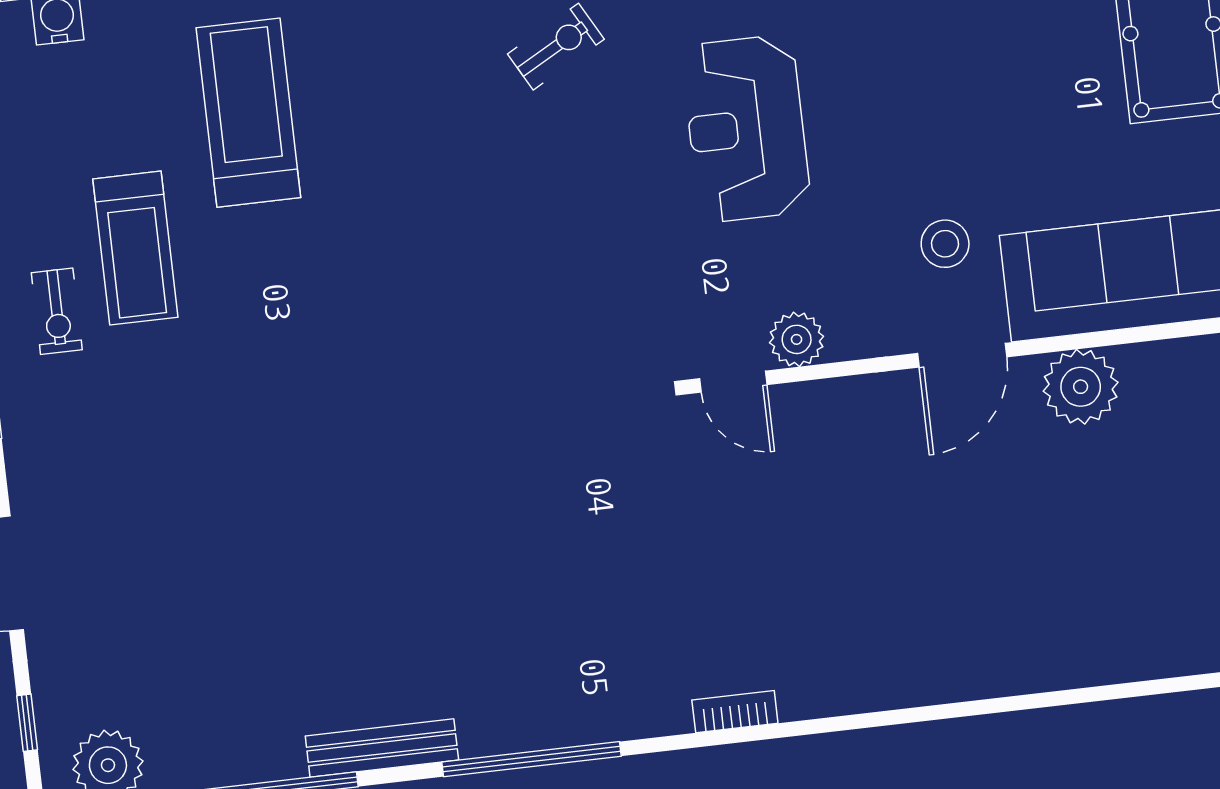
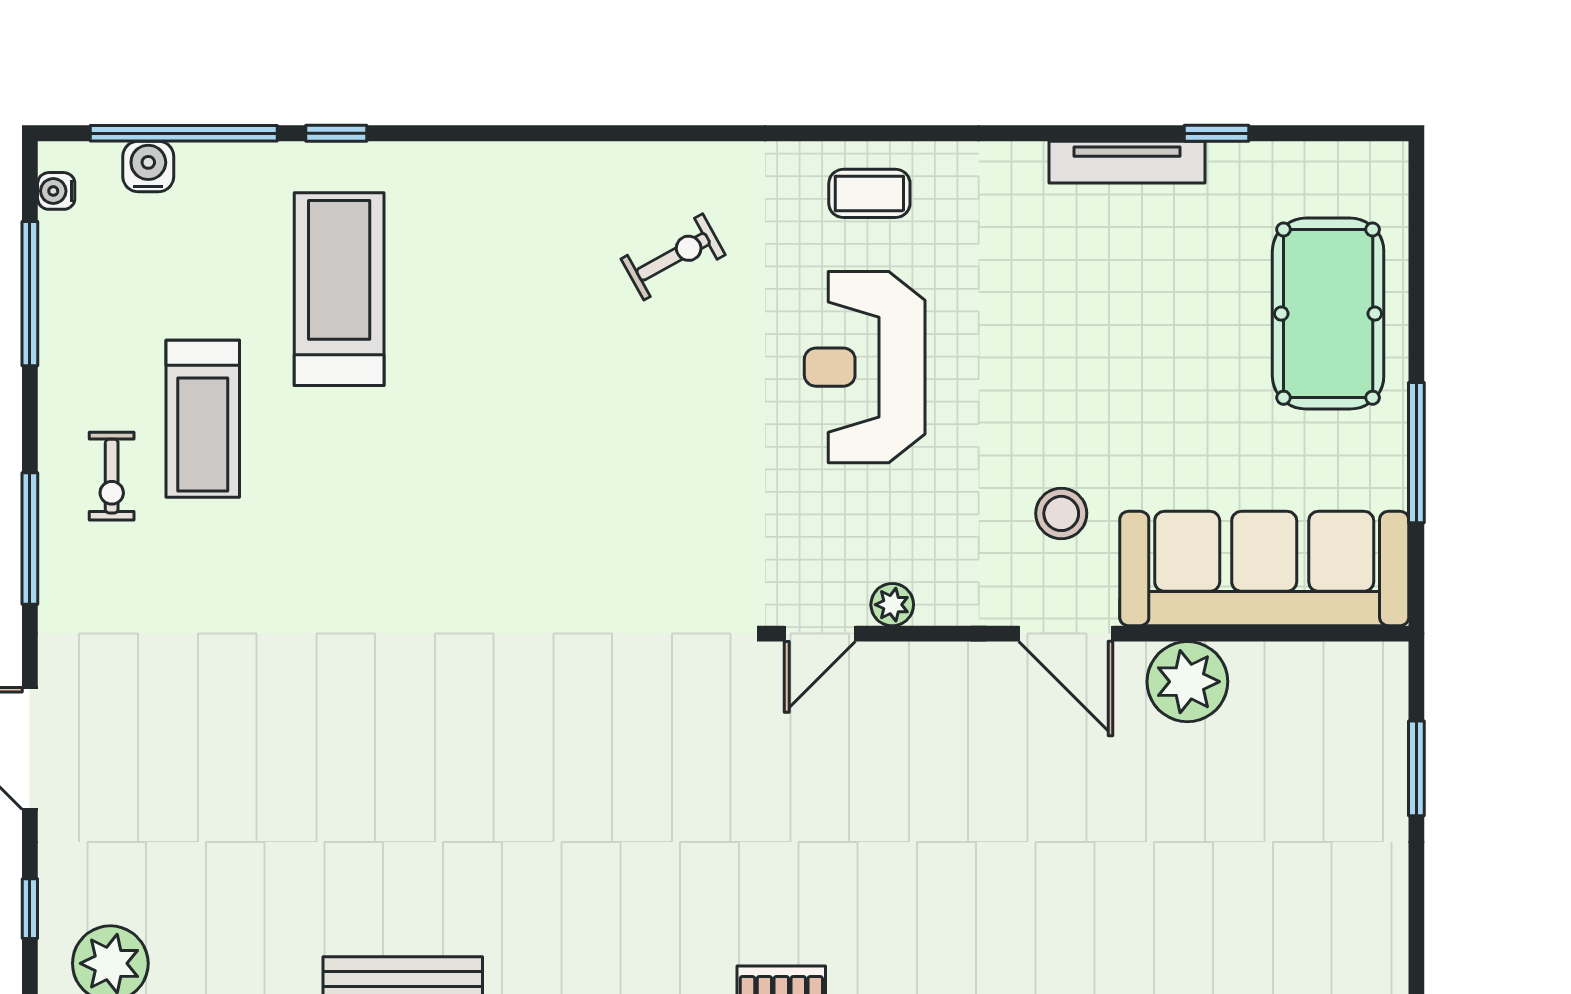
plant: (797, 339) -> (892, 605), width x0.73, depth x0.73
door: (962, 355) -> (1066, 634), hinge flipped
door: (733, 382) -> (820, 634), hinge flipped

